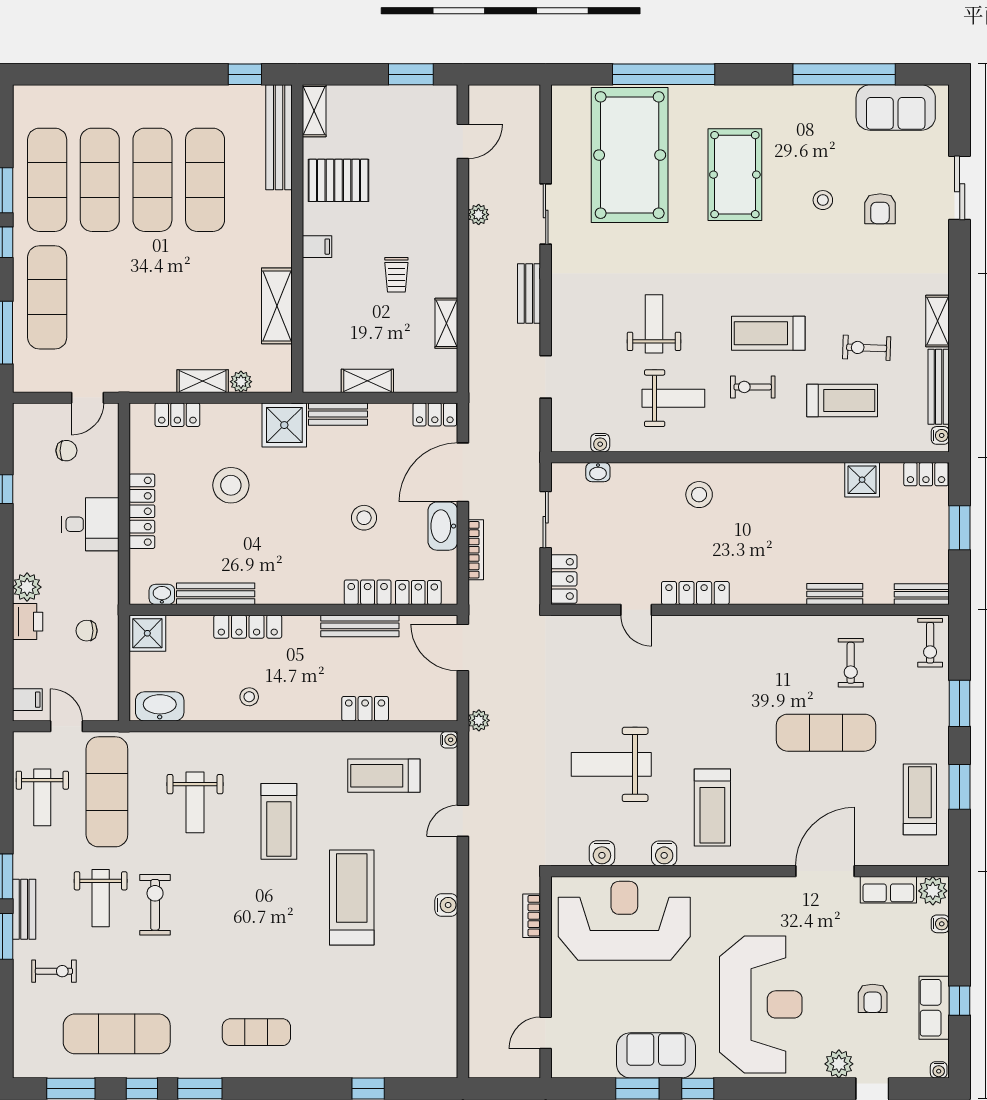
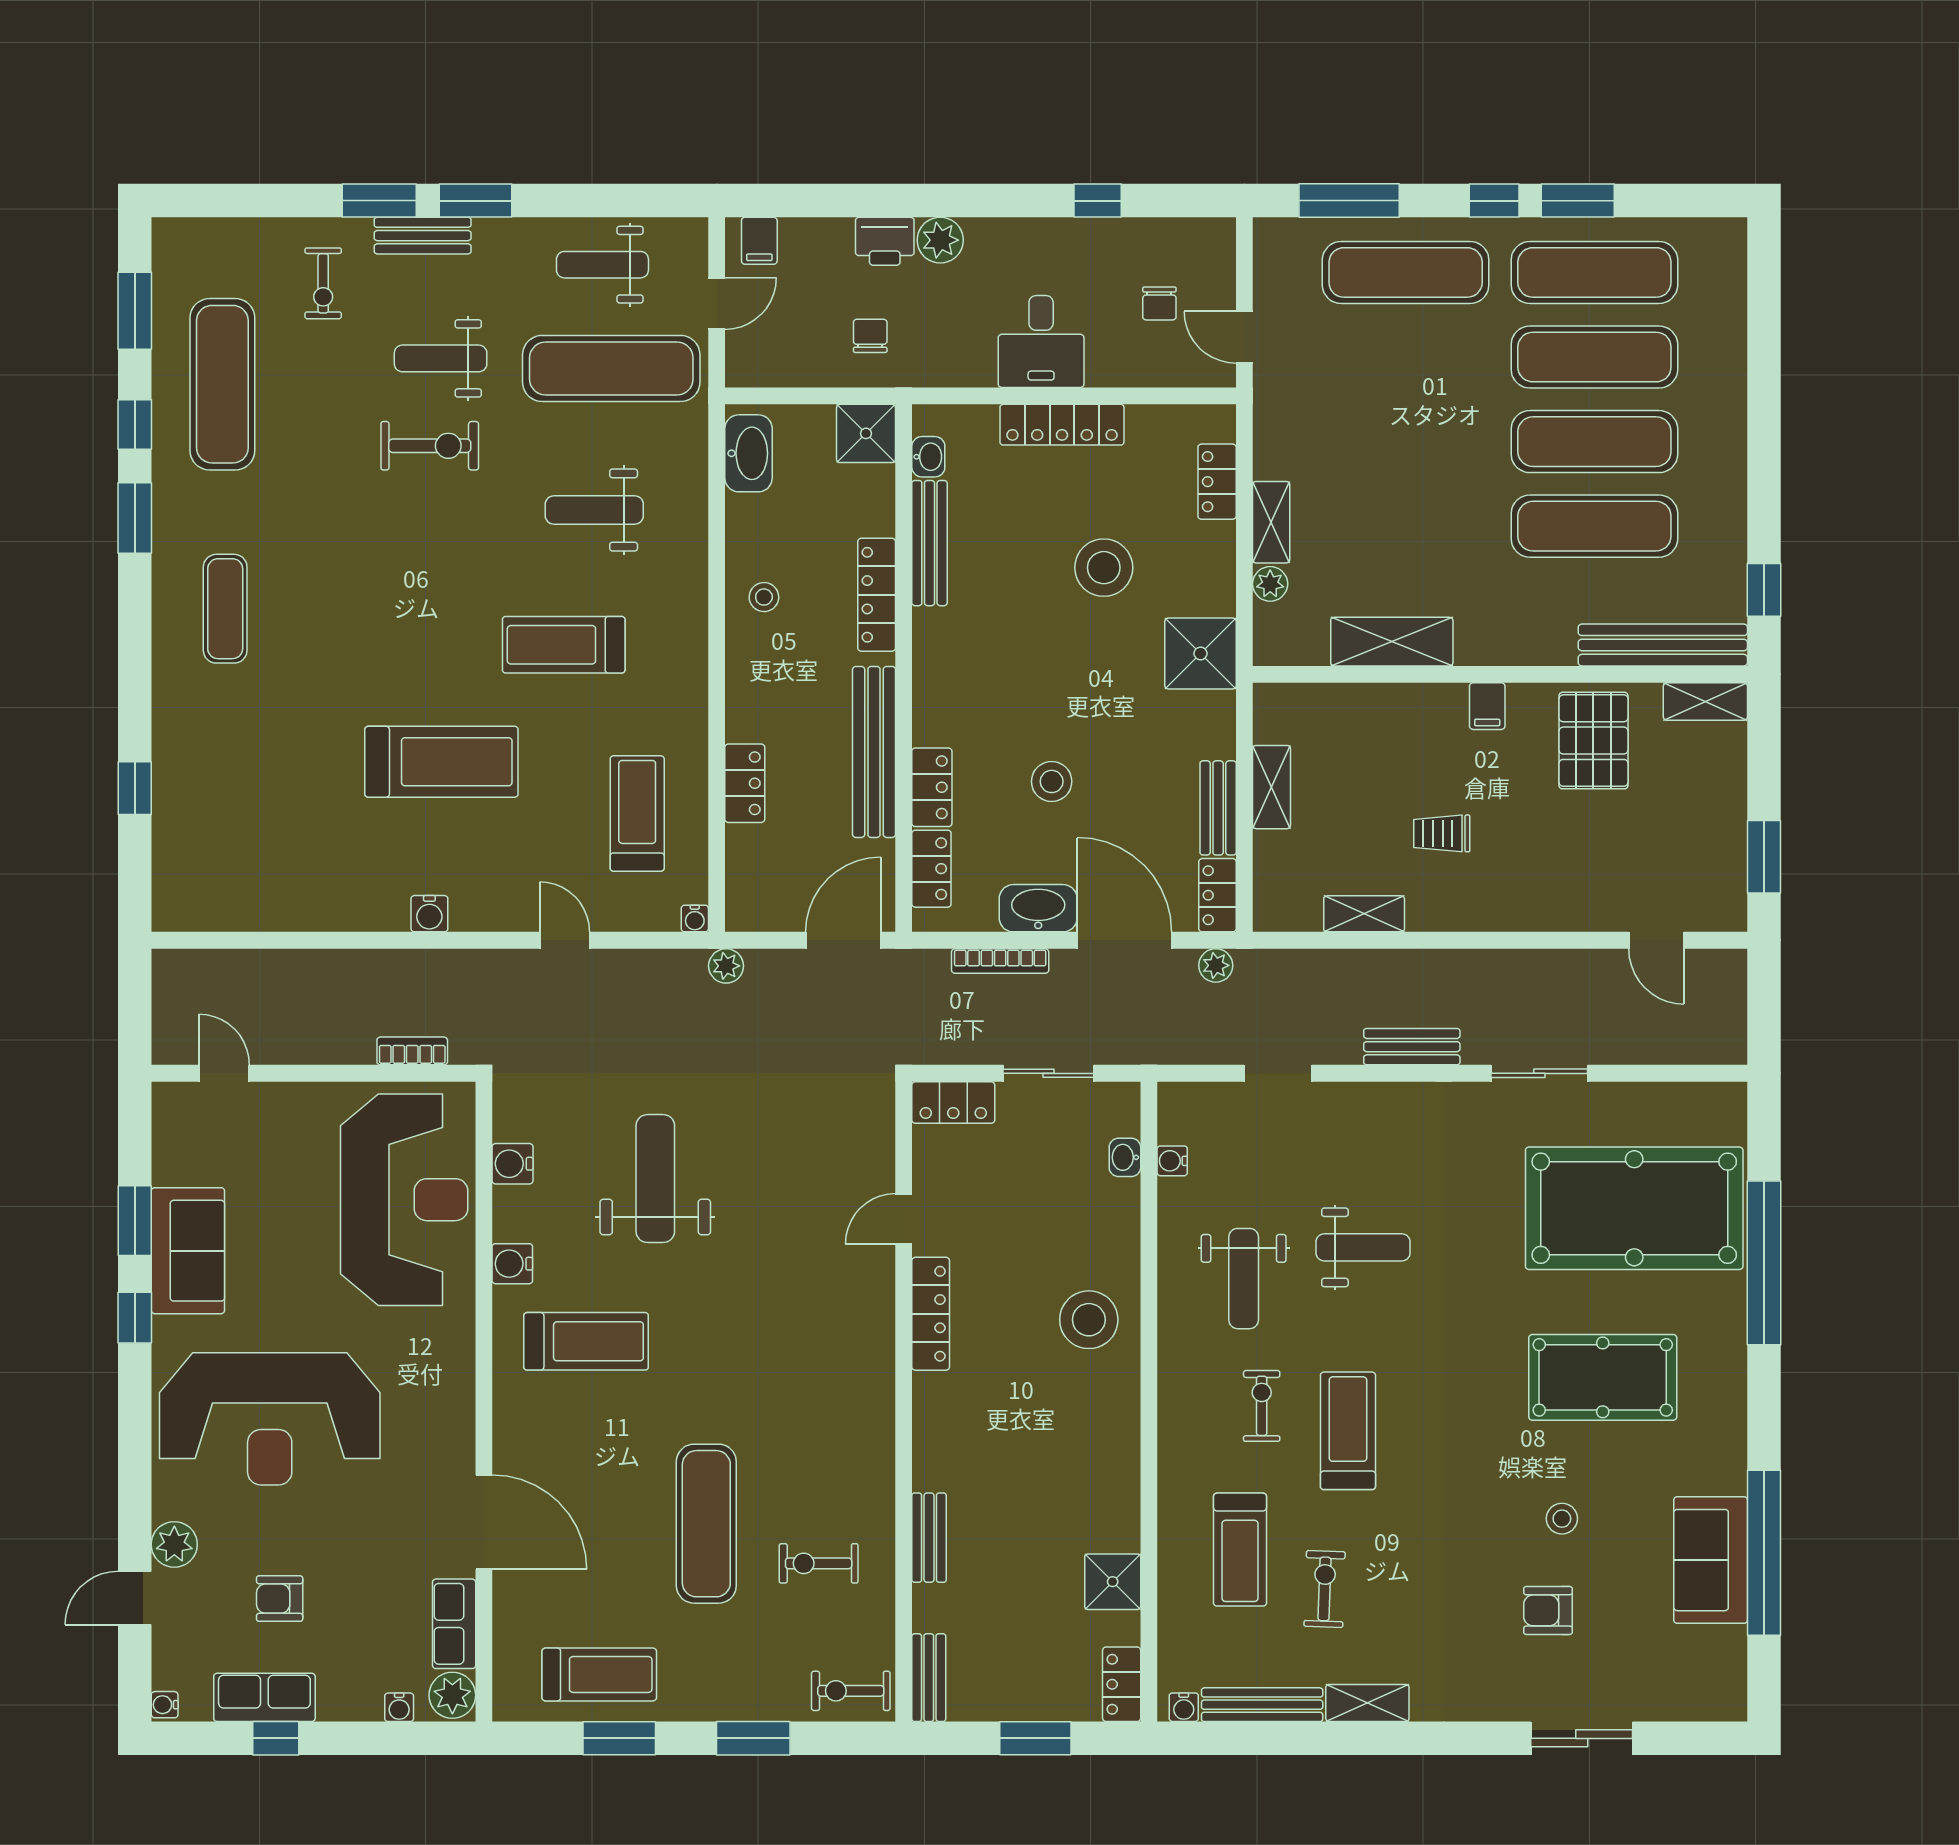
sofa: (896, 107) -> (1711, 1560), moved
plant: (479, 215) -> (1216, 965), moved
bench: (338, 414) -> (1218, 808), moved
stool: (699, 495) -> (1089, 1320), width x1.38, depth x1.38
bench: (360, 626) -> (874, 752), width x1.37, depth x1.21
treadmill: (712, 808) -> (586, 1341), turned 180

